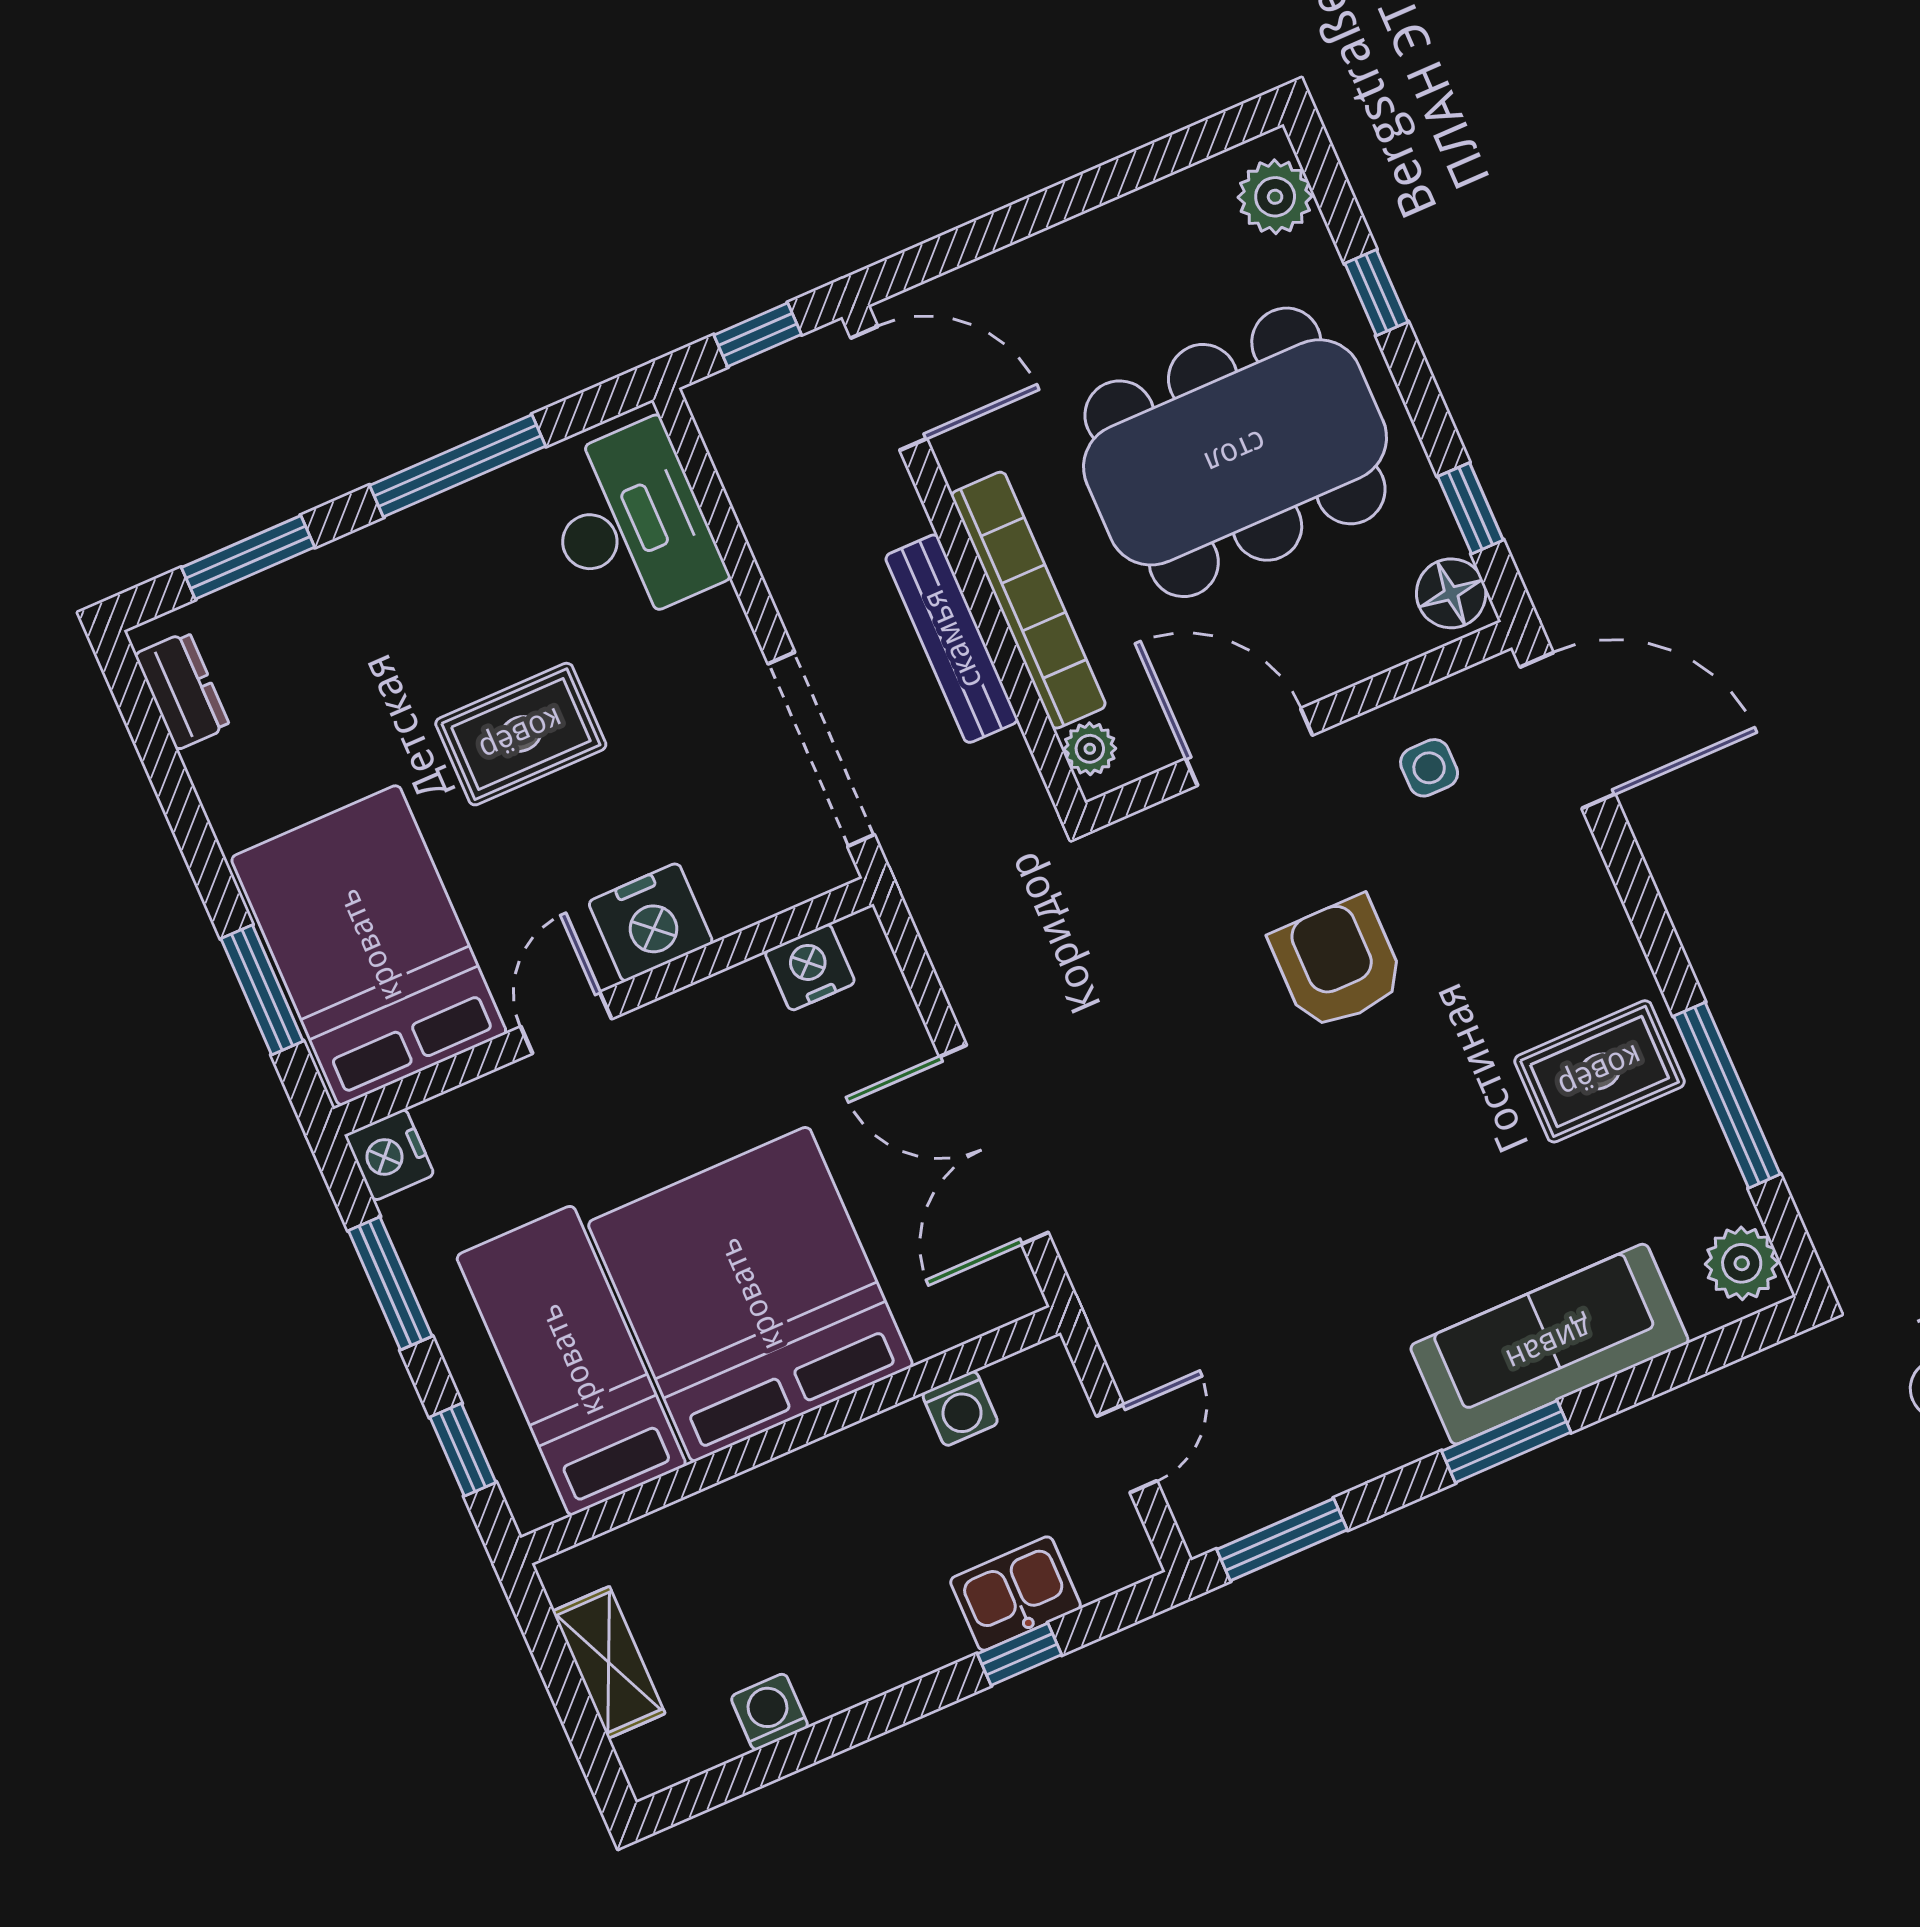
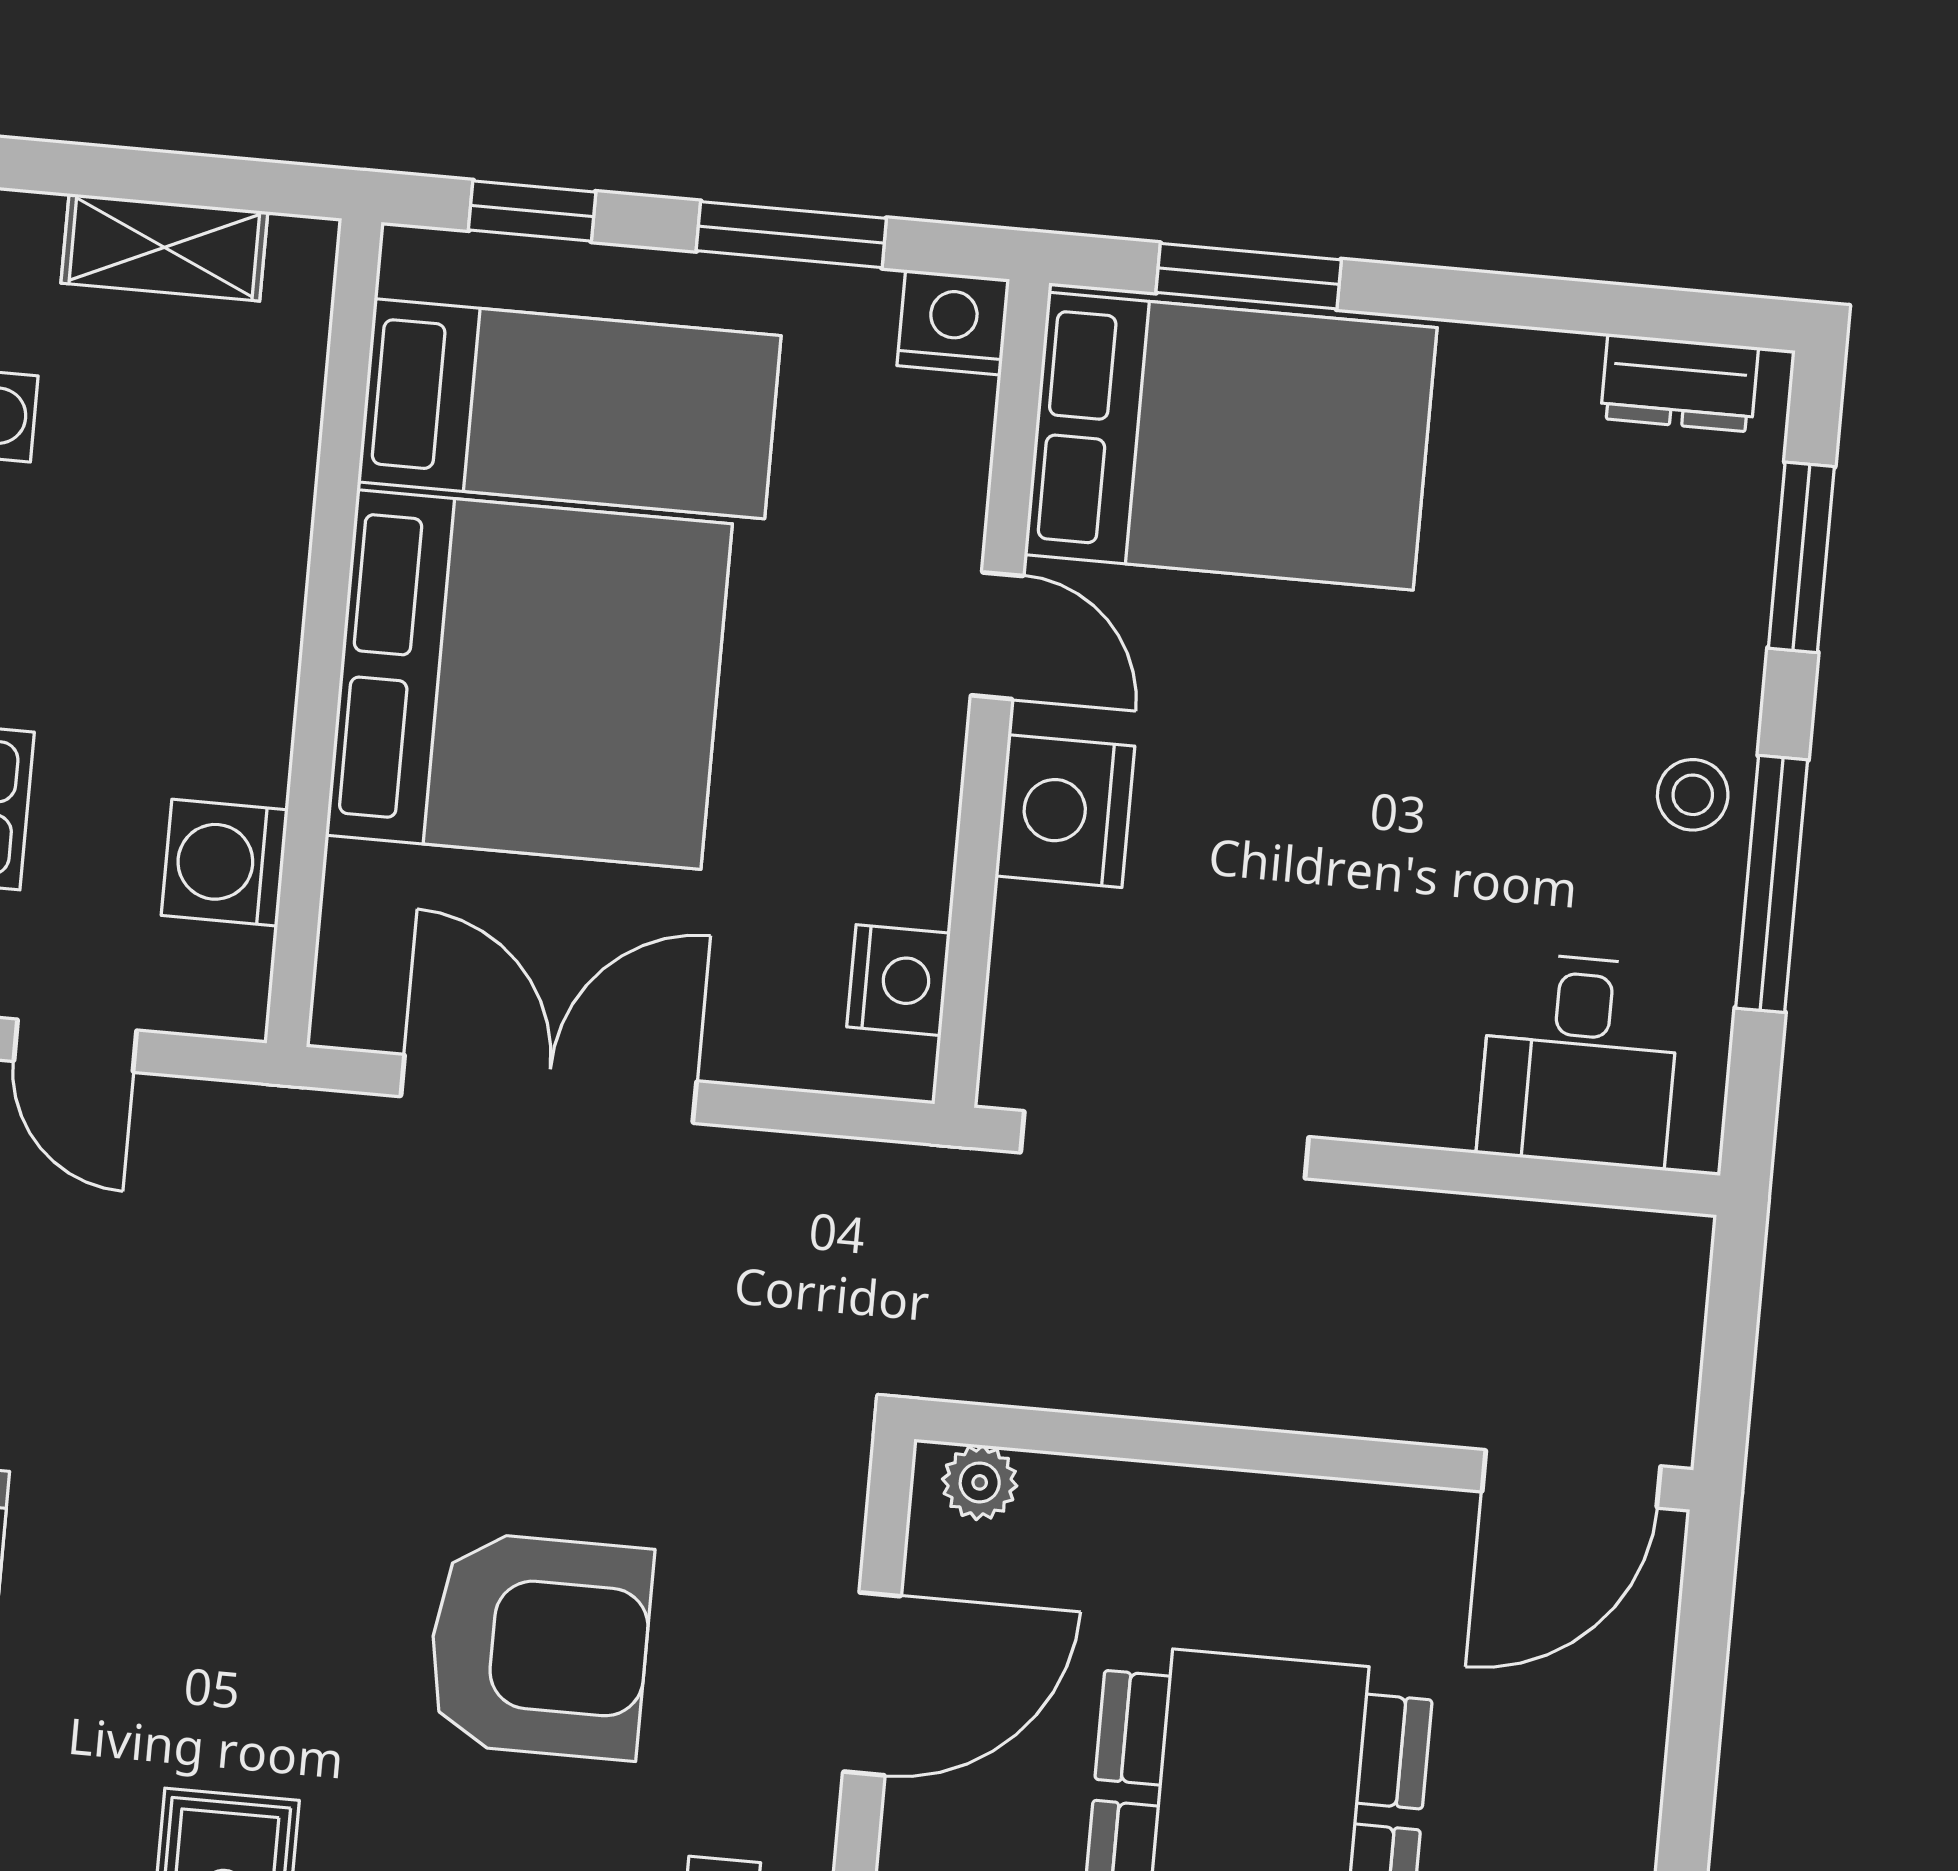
window: (758, 335) -> (1729, 1351), removed
desk: (630, 524) -> (1579, 1060), width x0.73
stool: (430, 544) -> (1693, 795), added
bookcase: (1028, 600) -> (1209, 1508), removed
bench: (952, 639) -> (1213, 1385), removed
rug: (521, 734) -> (1391, 778), removed
armchair: (1338, 963) -> (539, 1646), width x1.36, depth x1.36
washing machine: (960, 1408) -> (225, 863), width x1.38, depth x1.38

